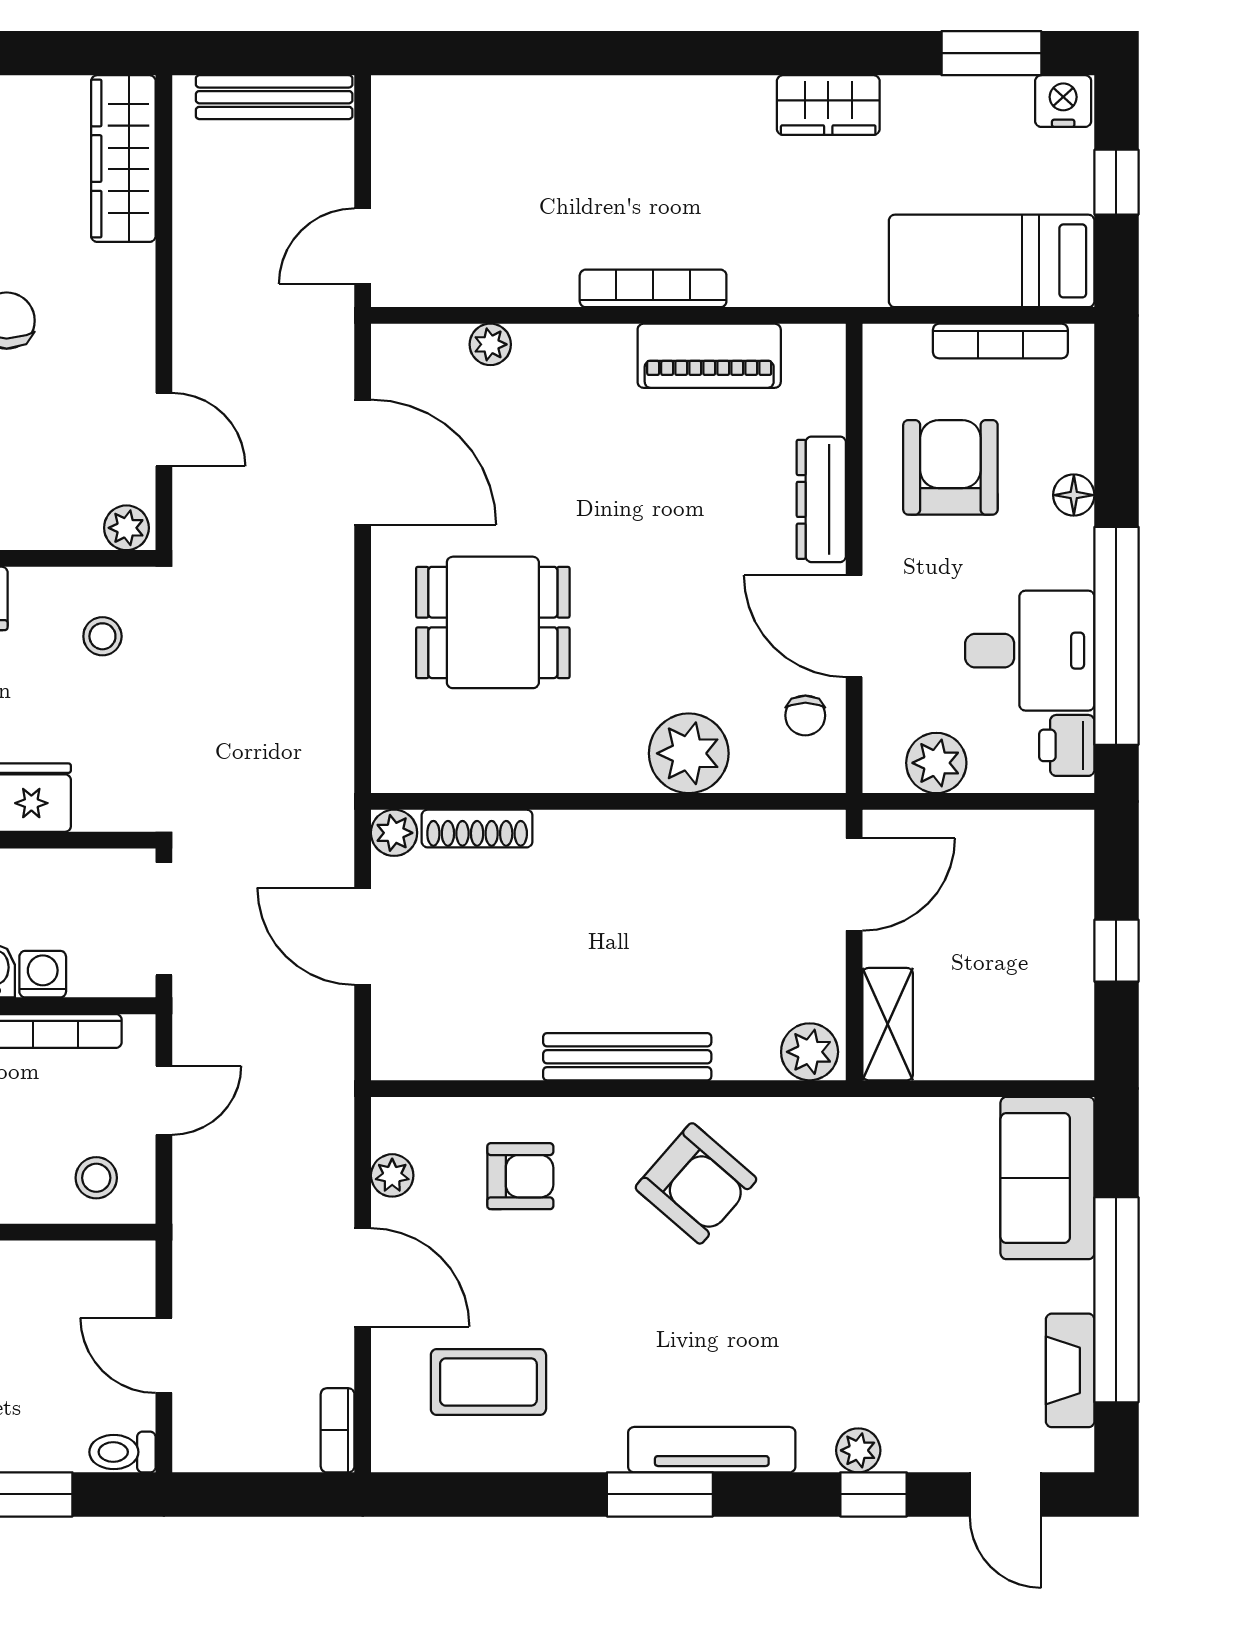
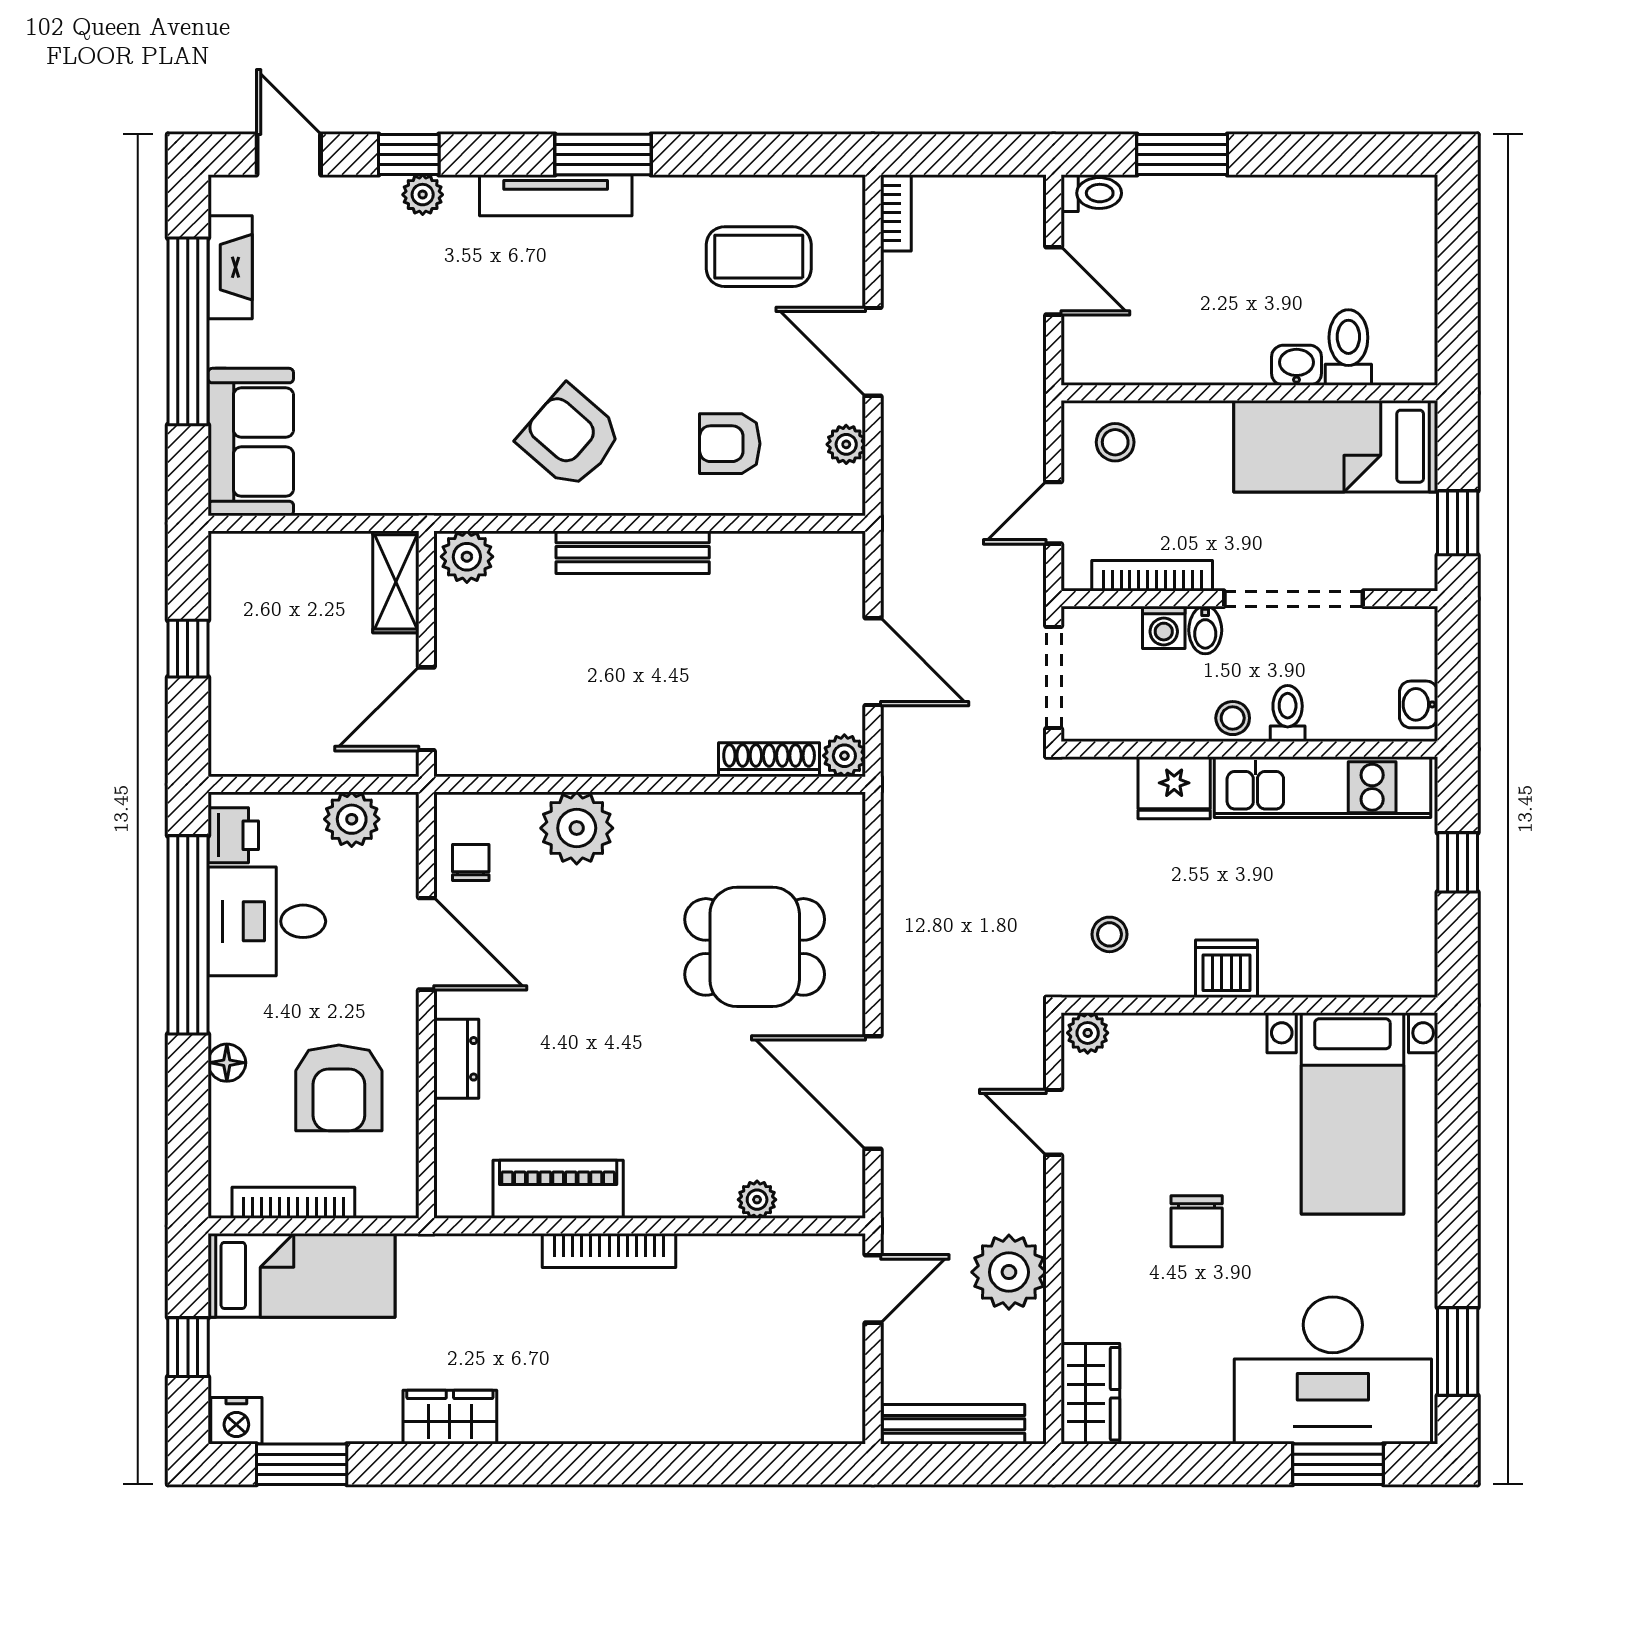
wardrobe: (123, 159) -> (1090, 1394), width x0.67
plant: (213, 265) -> (1009, 1272), added
dresser: (821, 499) -> (456, 1059), width x0.70

